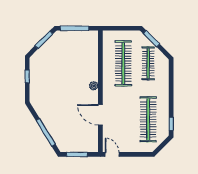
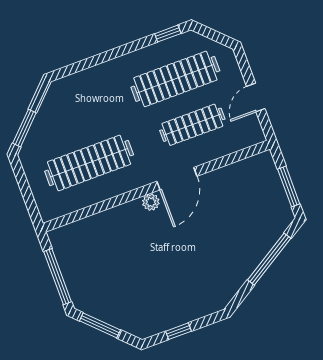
clothes rail: (148, 63) -> (192, 125), moved
door: (100, 115) -> (177, 179), moved
door: (112, 154) -> (256, 98), moved

